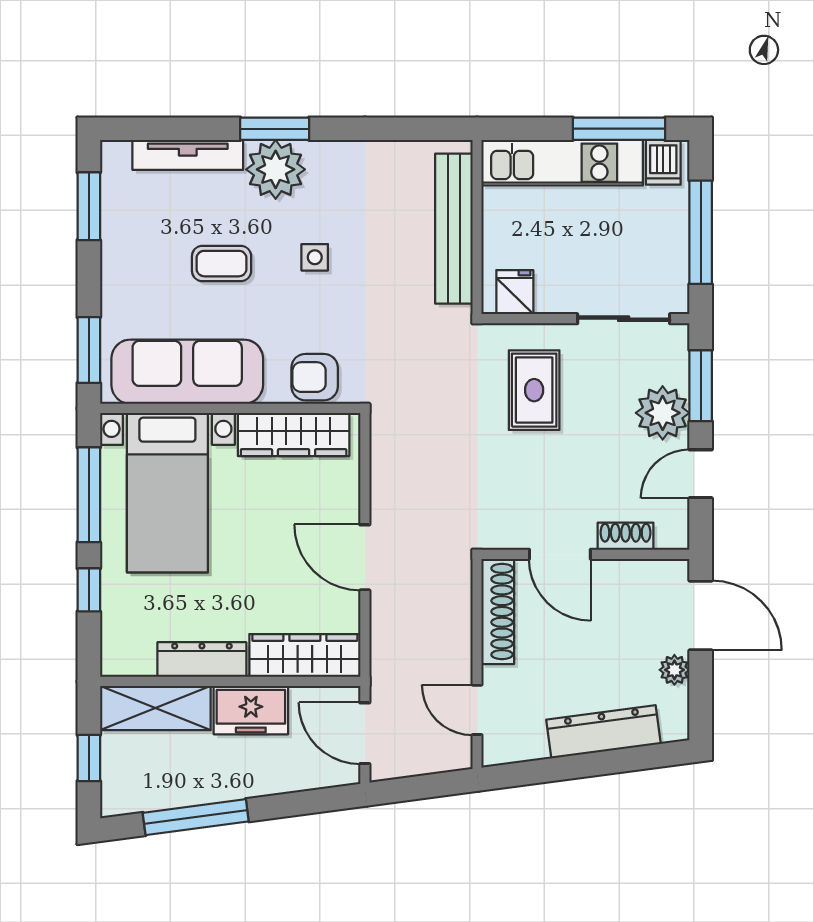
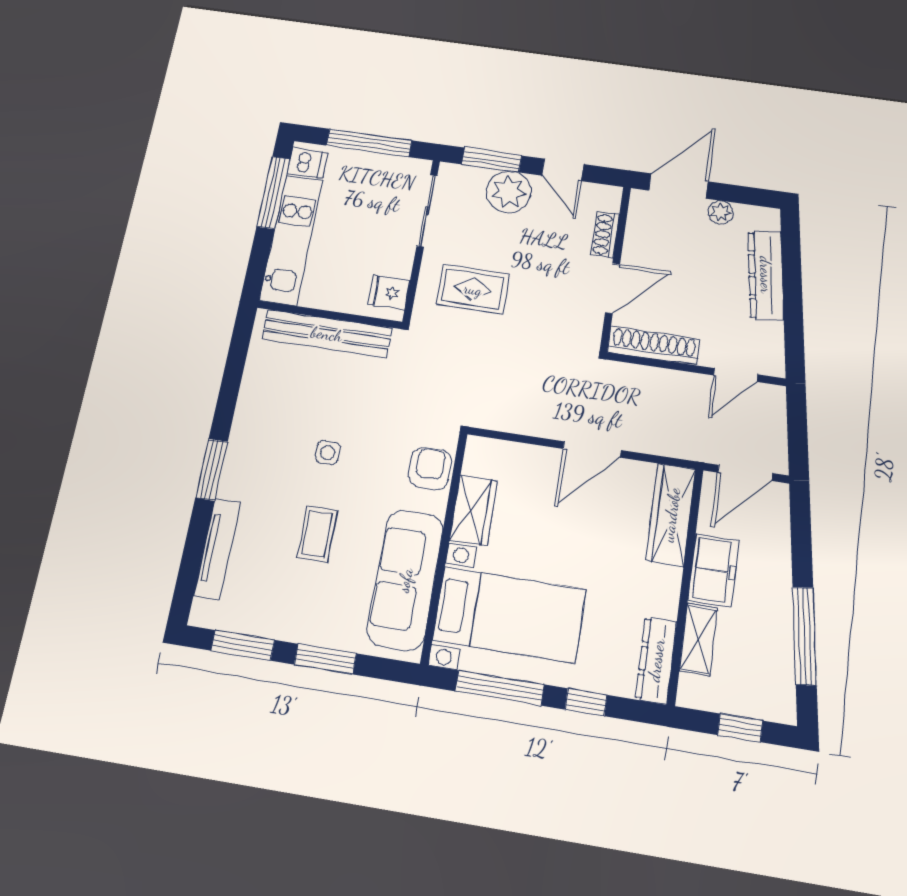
plant: (276, 169) -> (246, 474), removed
window: (89, 350) -> (325, 659), moved
armchair: (315, 377) -> (430, 468), turned 180
wardrobe: (294, 435) -> (474, 511), width x0.67
dresser: (202, 660) -> (656, 660), moved
shelving: (155, 708) -> (698, 639), width x0.67, depth x0.75

